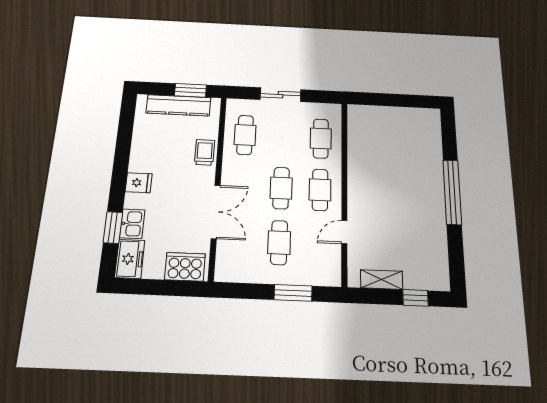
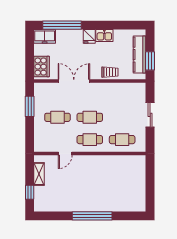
cafe table: (245, 135) -> (122, 95), removed
double door: (216, 212) -> (74, 81), swing flipped
kitchen sink: (132, 224) -> (104, 36), moved
window: (113, 227) -> (62, 25), width x2.11
door: (344, 232) -> (65, 154), swing flipped
window: (293, 293) -> (30, 106), moved

